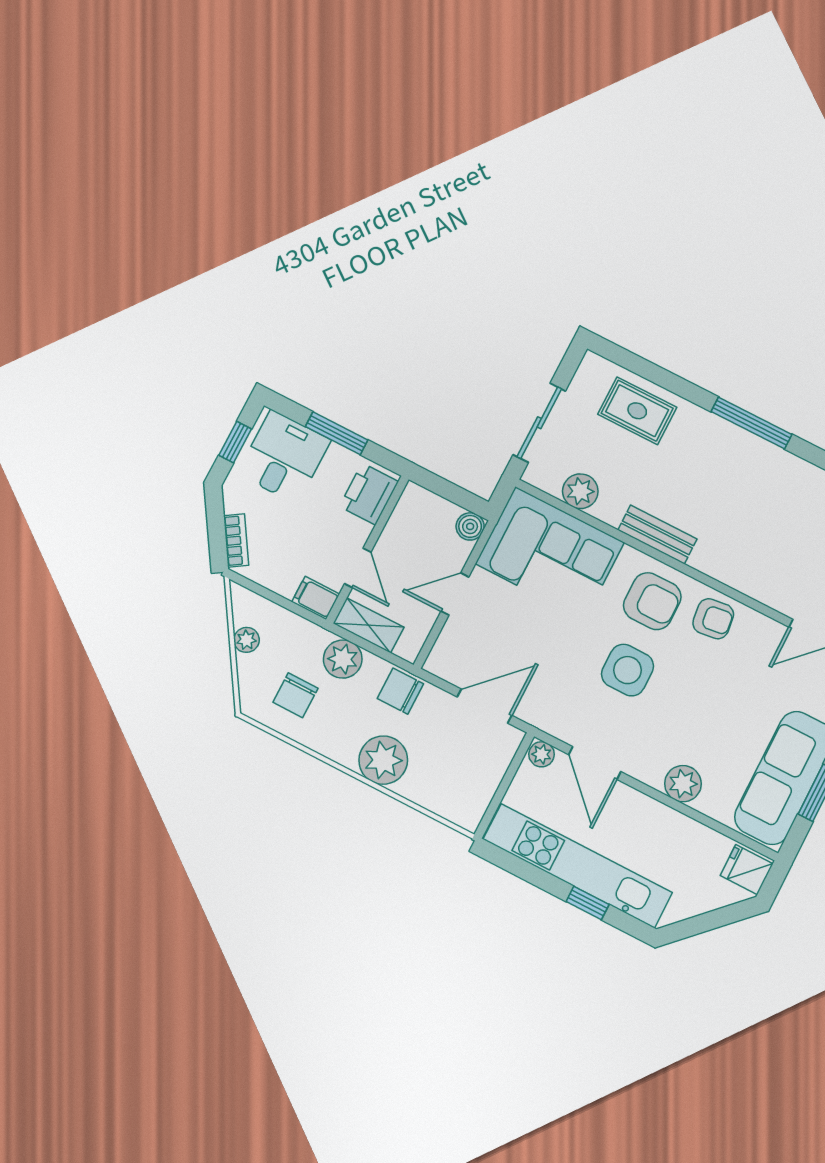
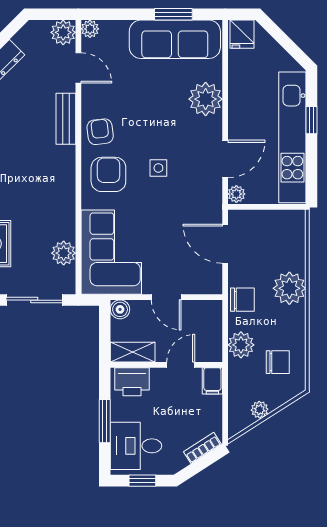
bench: (657, 534) -> (66, 119), moved
shelving: (369, 625) -> (133, 352), moved, turned 90
side table: (628, 670) -> (158, 168), width x0.54, depth x0.54
chair: (400, 691) -> (242, 300), turned -90
plant: (683, 784) -> (206, 99), width x1.36, depth x1.36

